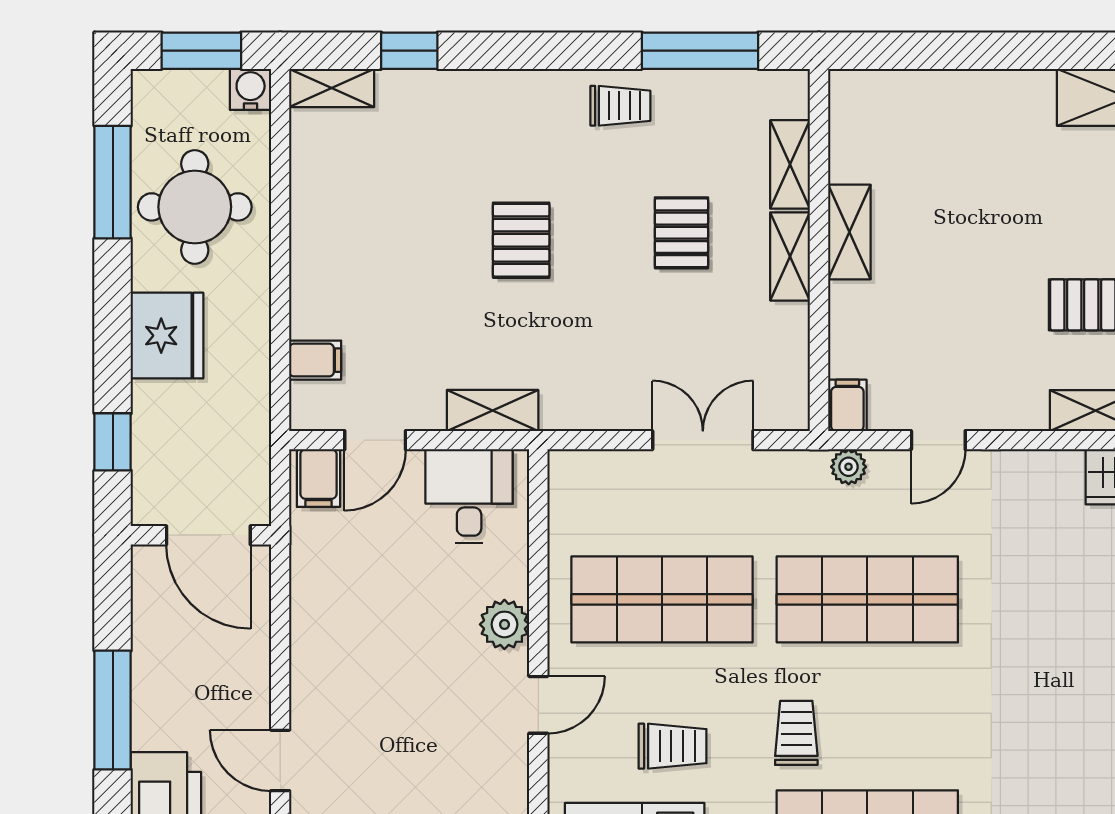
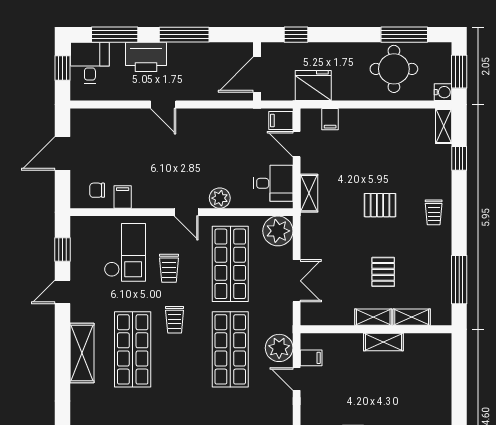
trolley: (620, 106) -> (434, 212), moved
pallet: (681, 233) -> (383, 272), turned 90
fridge: (167, 336) -> (313, 86), moved, turned 180
filing cabinet: (847, 405) -> (311, 358), moved
plant: (849, 467) -> (279, 348), width x1.87, depth x1.87
plant: (583, 485) -> (278, 231), added
trolley: (796, 733) -> (175, 320), turned 90
door: (280, 760) -> (163, 105), swing flipped

